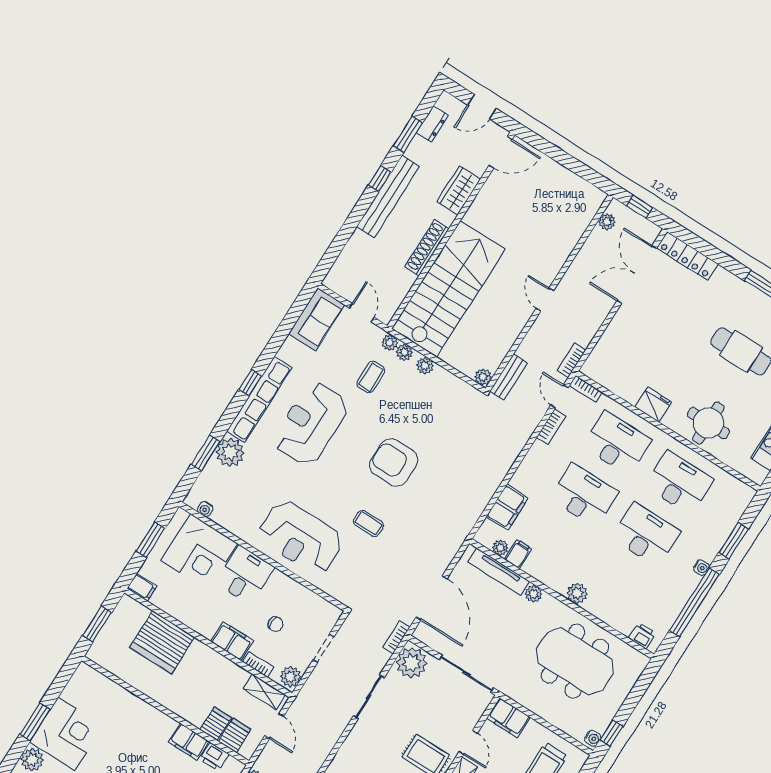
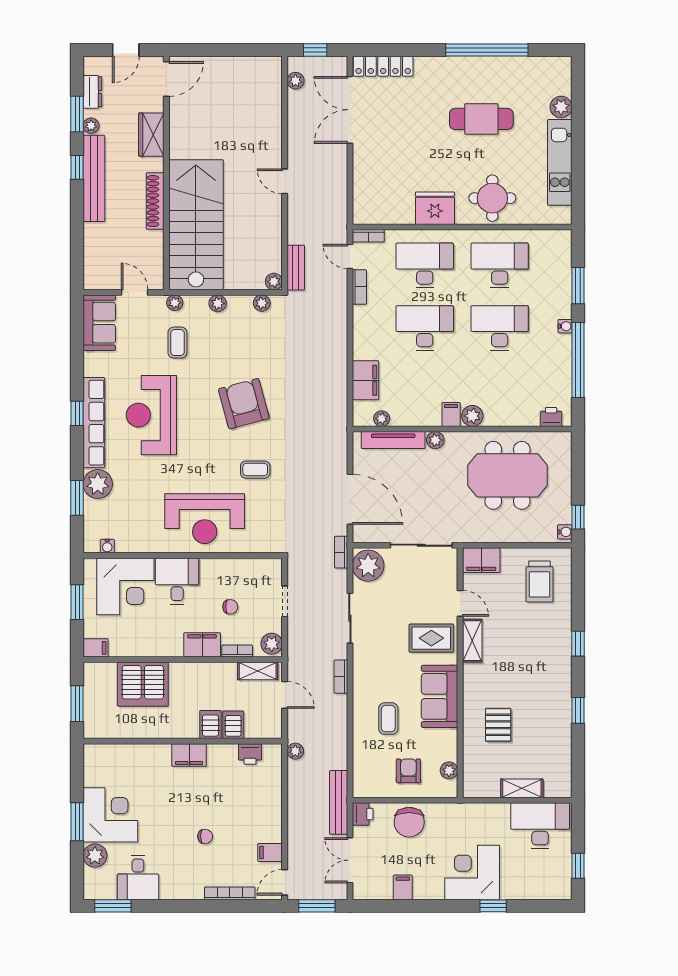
plant: (413, 151) -> (91, 126), added
plant: (404, 352) -> (262, 303), moved
bookcase: (572, 361) -> (341, 677), moved
fridge: (653, 404) -> (435, 208), width x1.36, depth x1.34
armchair: (394, 463) -> (244, 404), turned 75
filing cabinet: (518, 554) -> (451, 414), moved
server rack: (235, 735) -> (210, 724), moved
filing cabinet: (189, 742) -> (189, 755), moved

